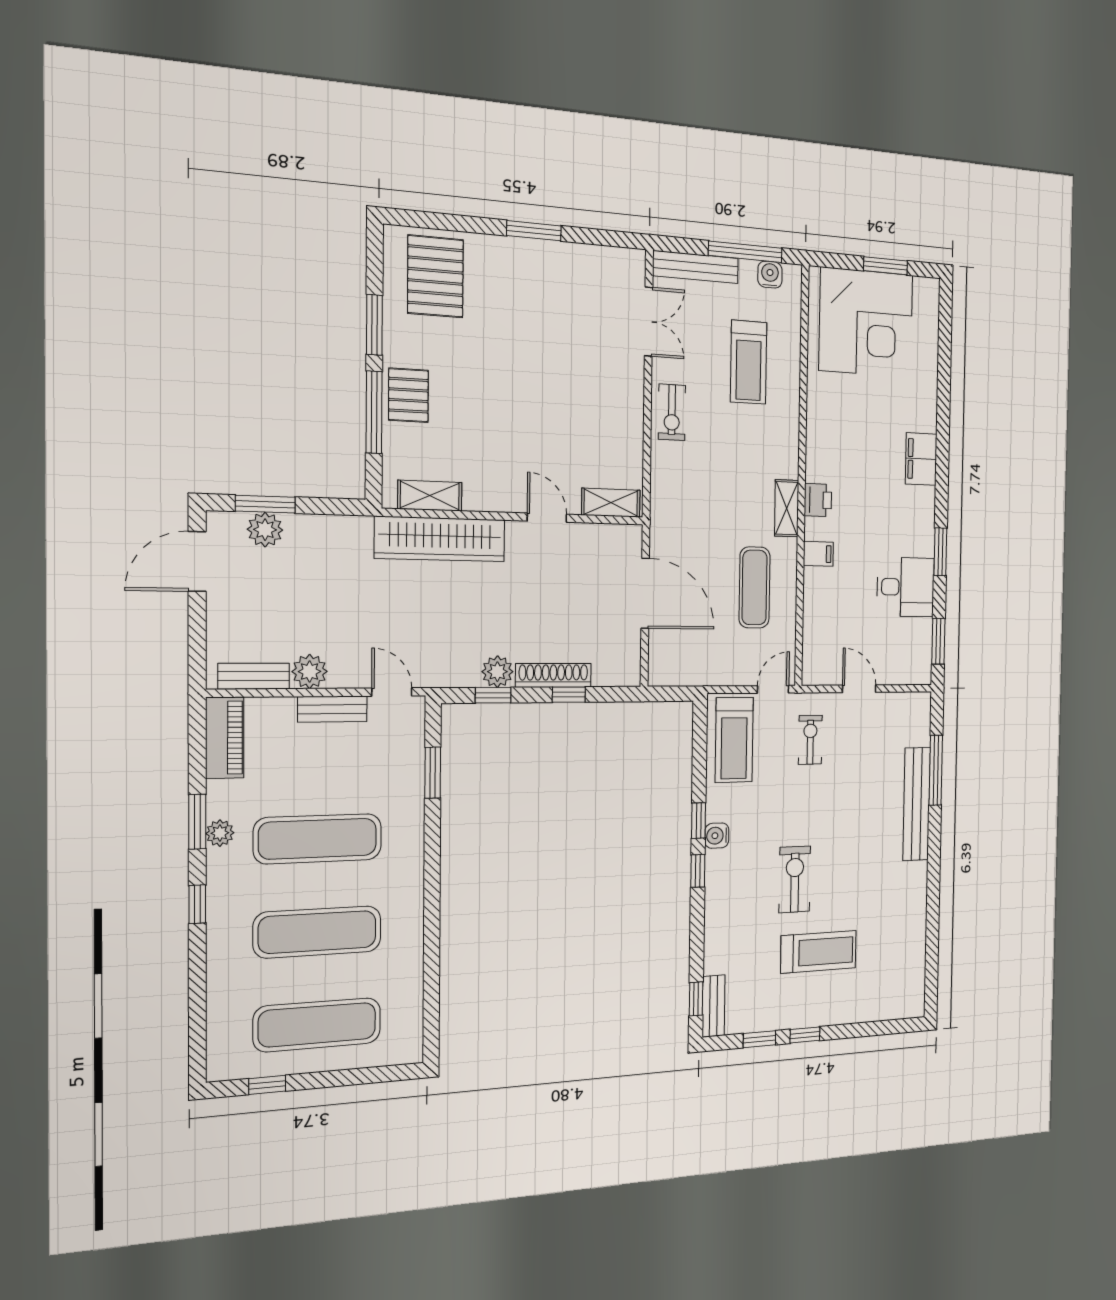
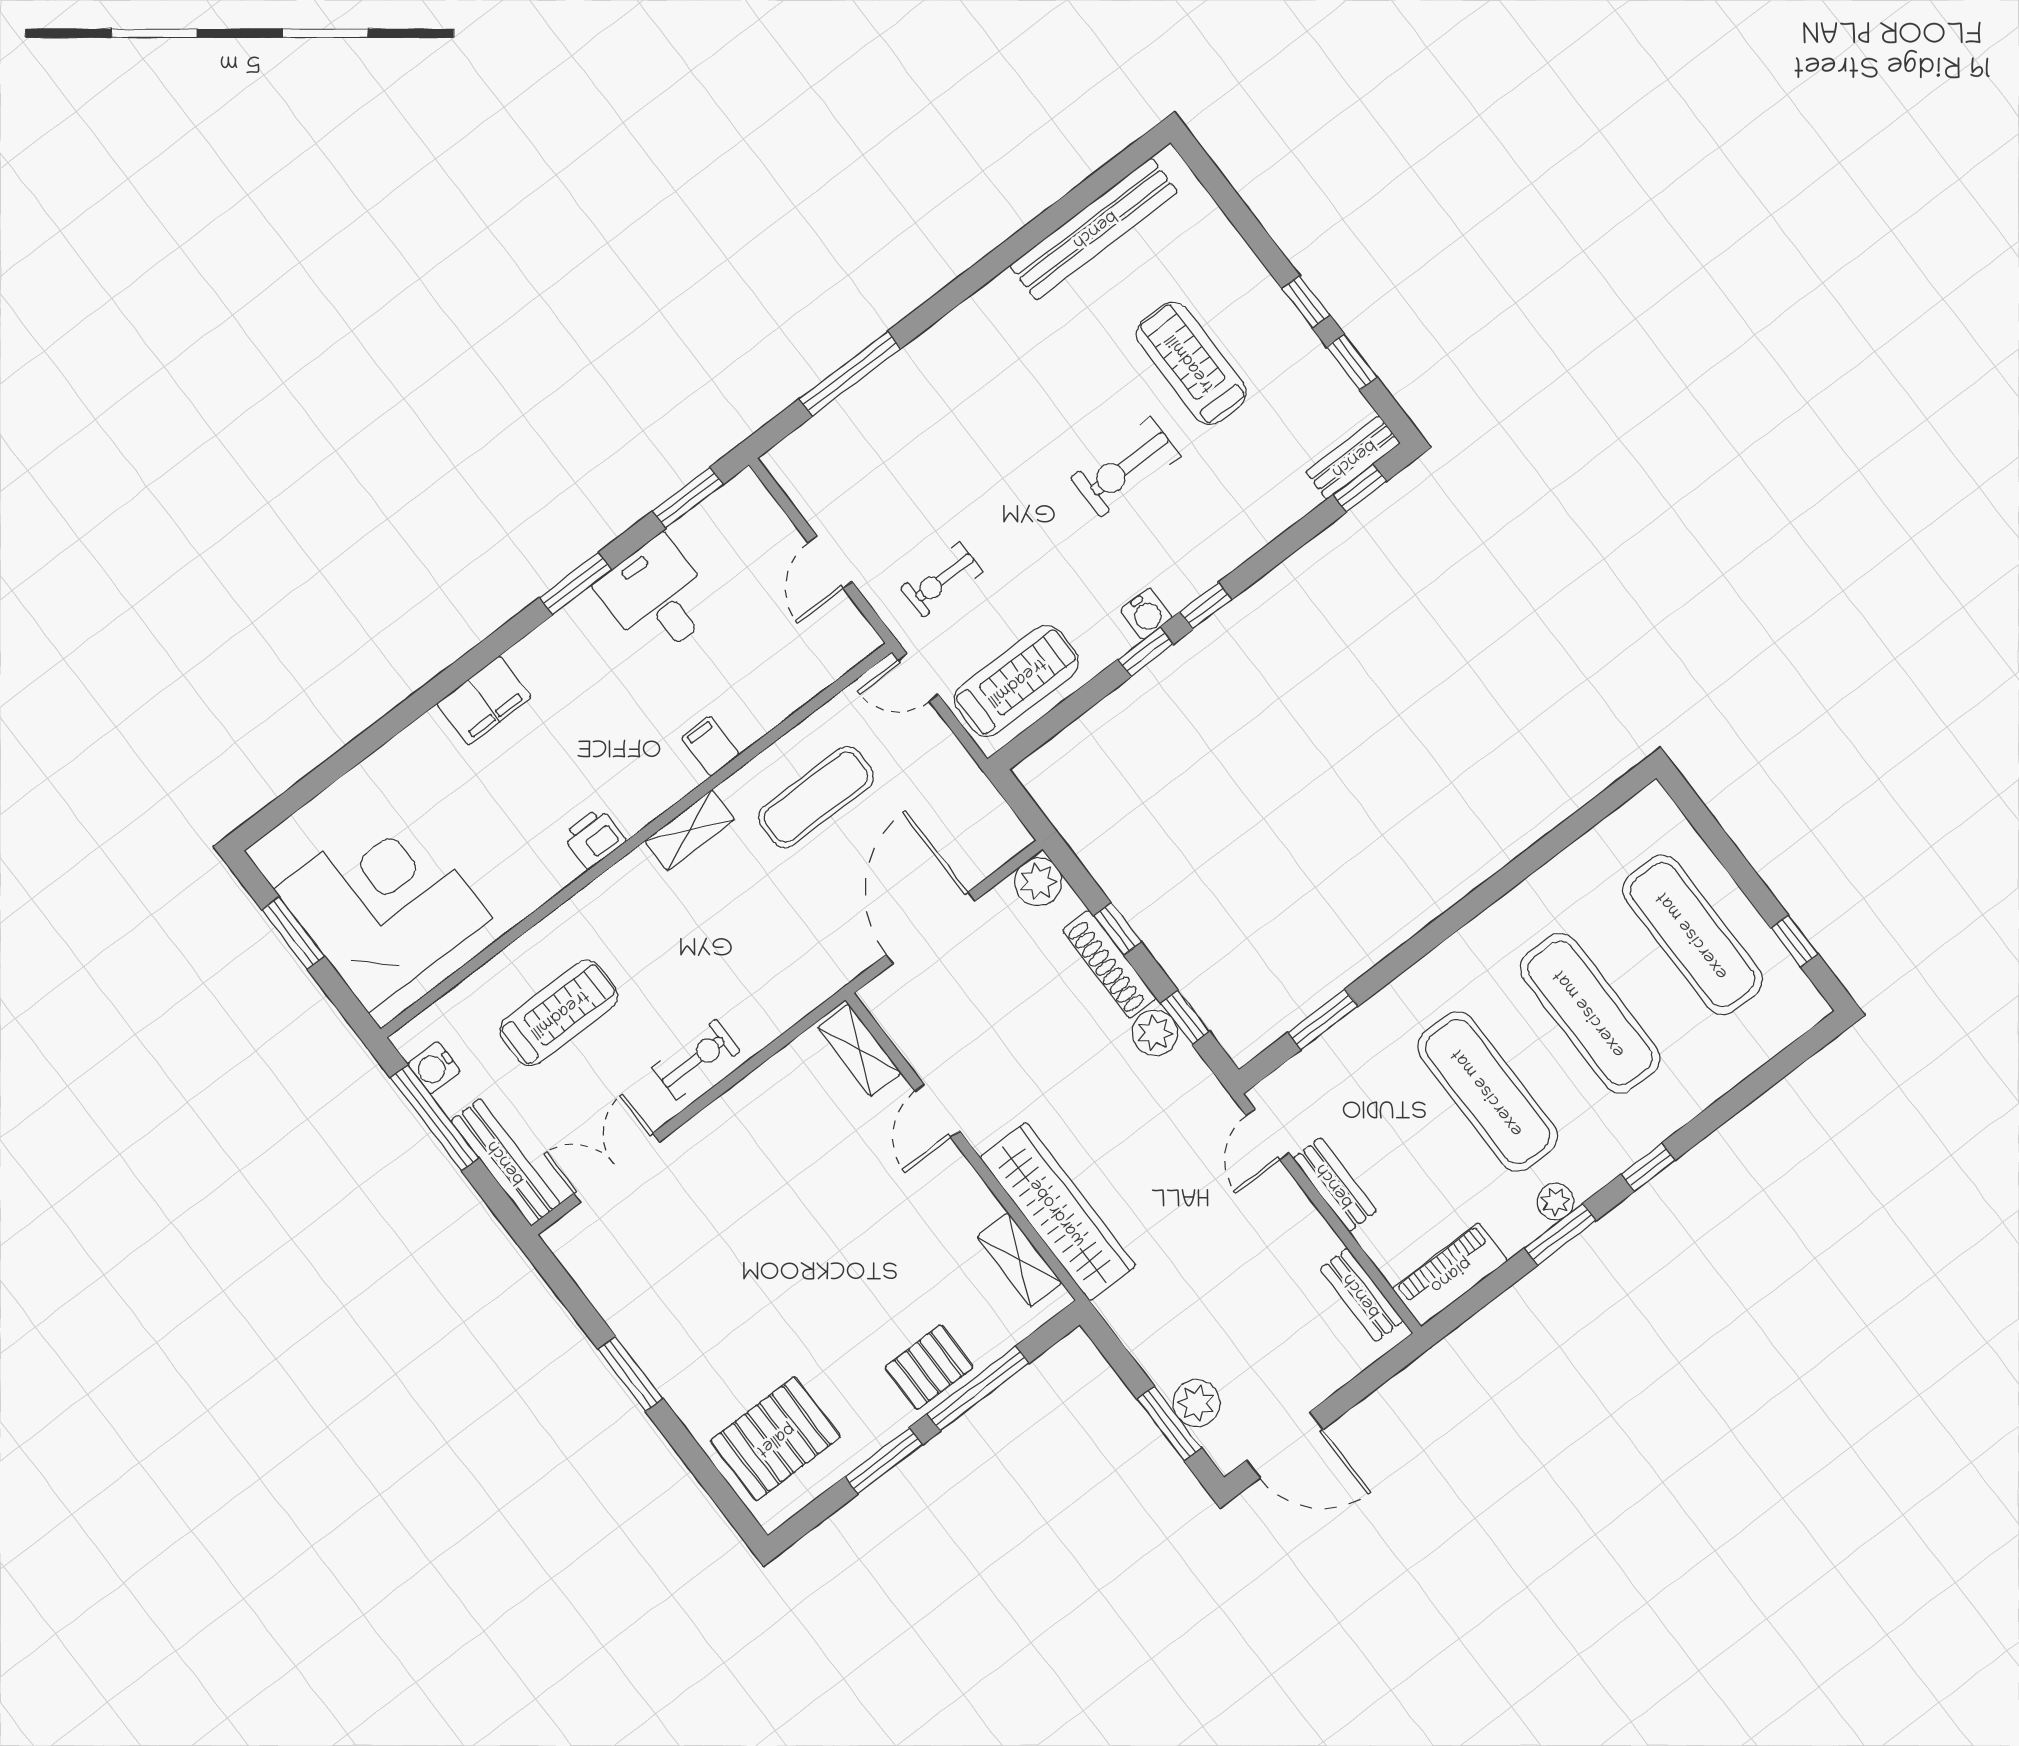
printer: (818, 500) -> (594, 838), moved
plant: (310, 671) -> (1038, 882), moved
bench: (917, 804) -> (1094, 229), moved

